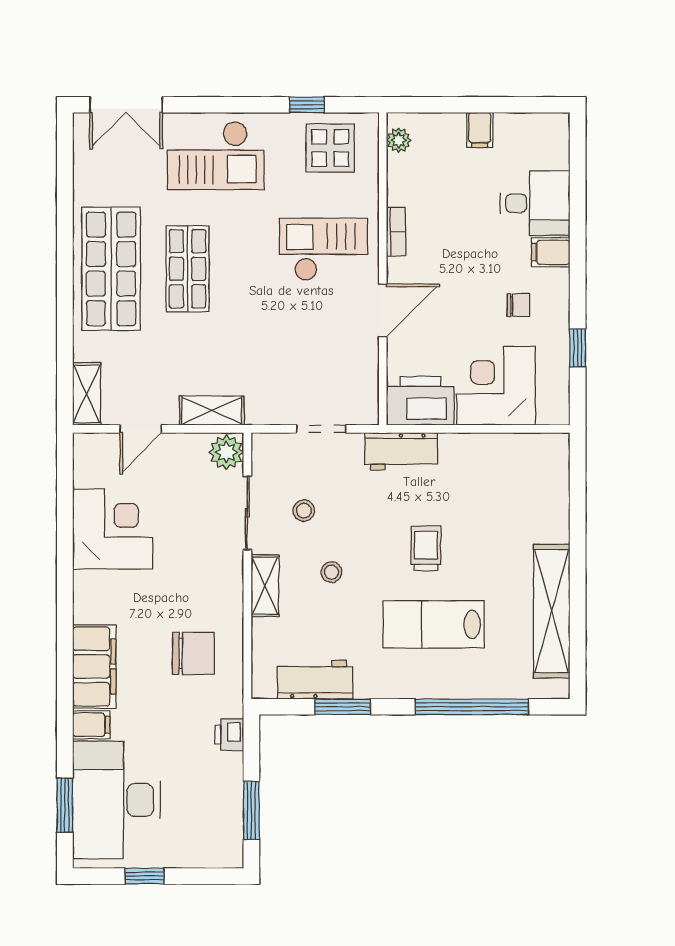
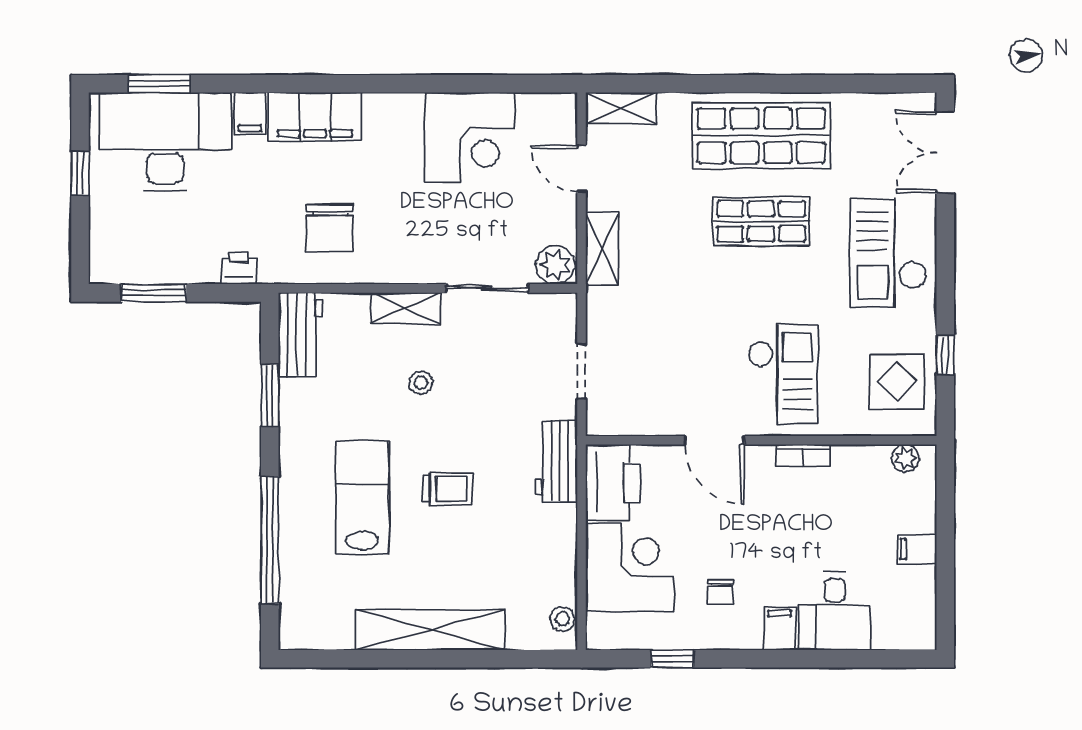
stool: (304, 511) -> (562, 619), moved
shelving: (552, 611) -> (430, 630), moved
workbench: (315, 680) -> (300, 335), moved

